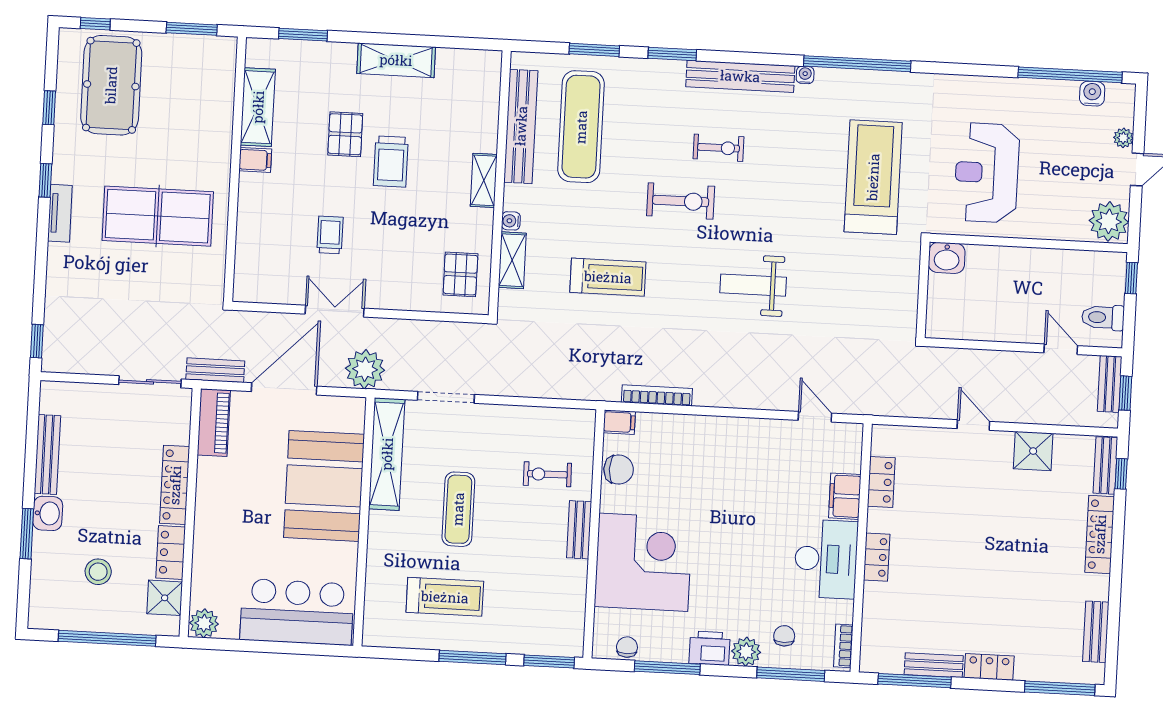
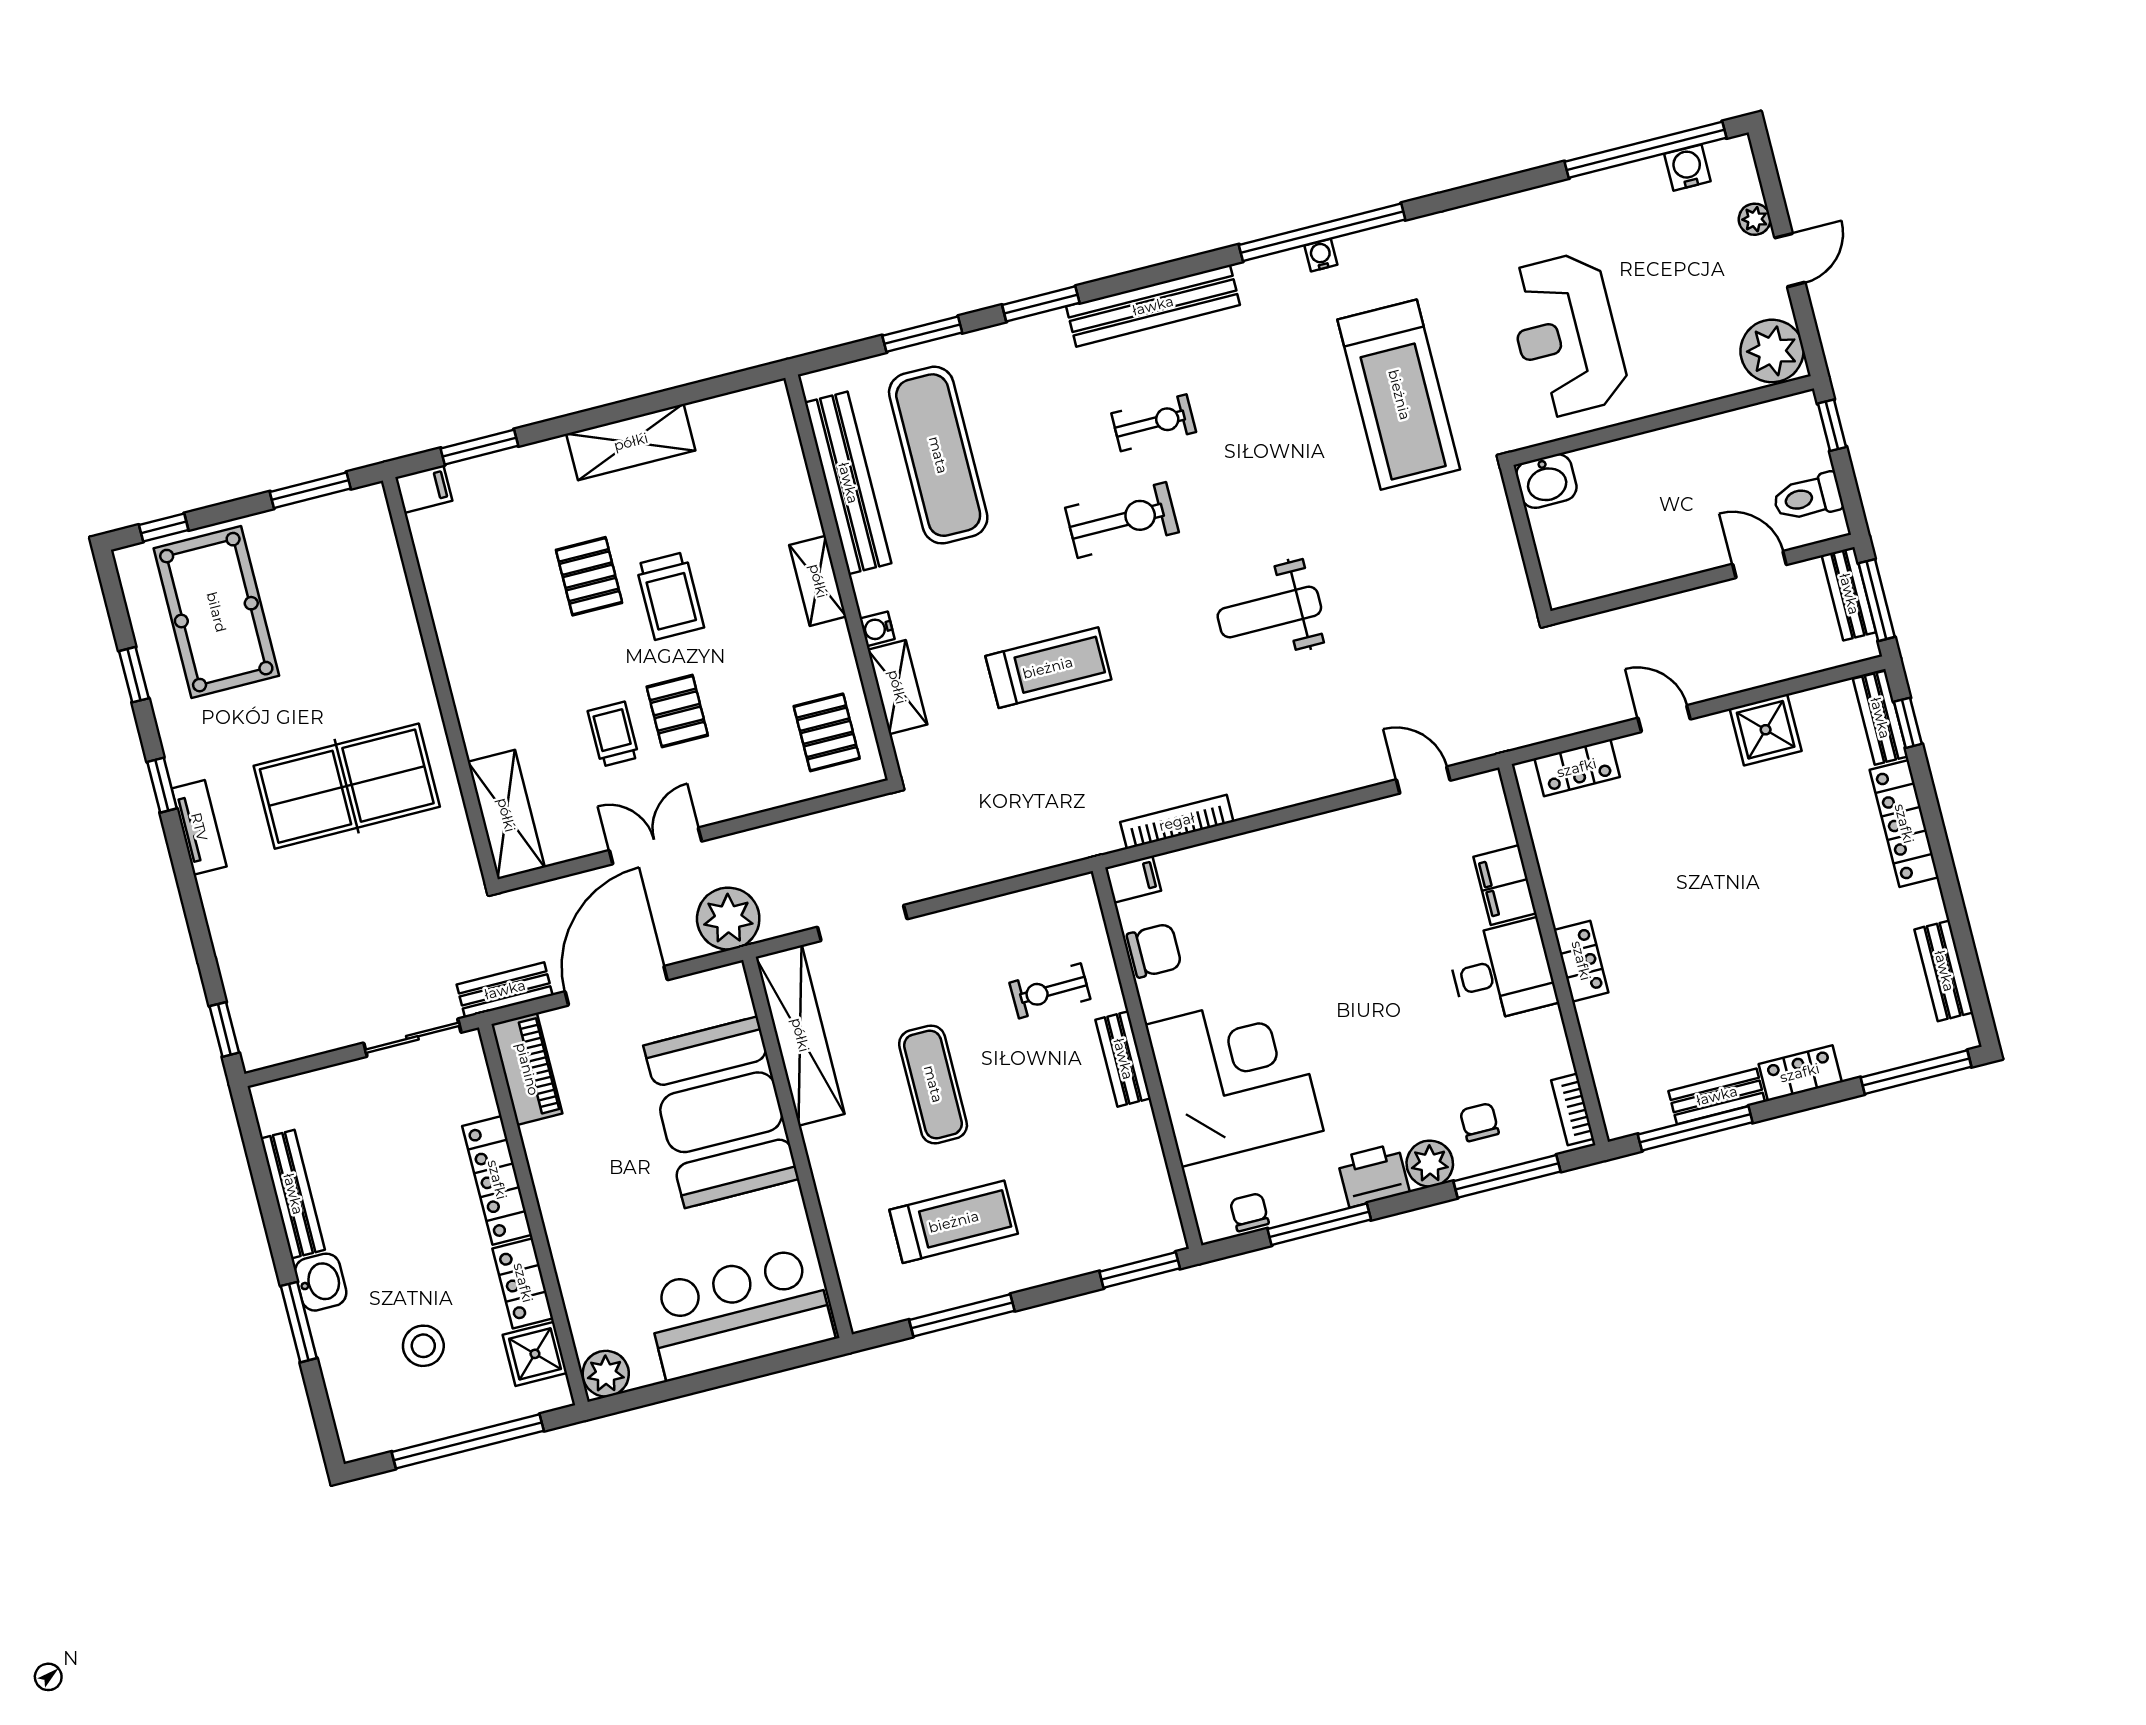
water cooler: (805, 75) -> (1321, 255), moved
shelving: (258, 107) -> (506, 815), moved
filing cabinet: (255, 160) -> (424, 489), moved
treadmill: (873, 177) -> (1399, 395), turned 180
pallet: (373, 233) -> (677, 711), added
window: (1125, 393) -> (1877, 600), width x1.50
locker: (881, 482) -> (1577, 768), moved, turned 90
desk: (826, 559) -> (1502, 972), width x0.73
window: (472, 657) -> (962, 1315), moved

